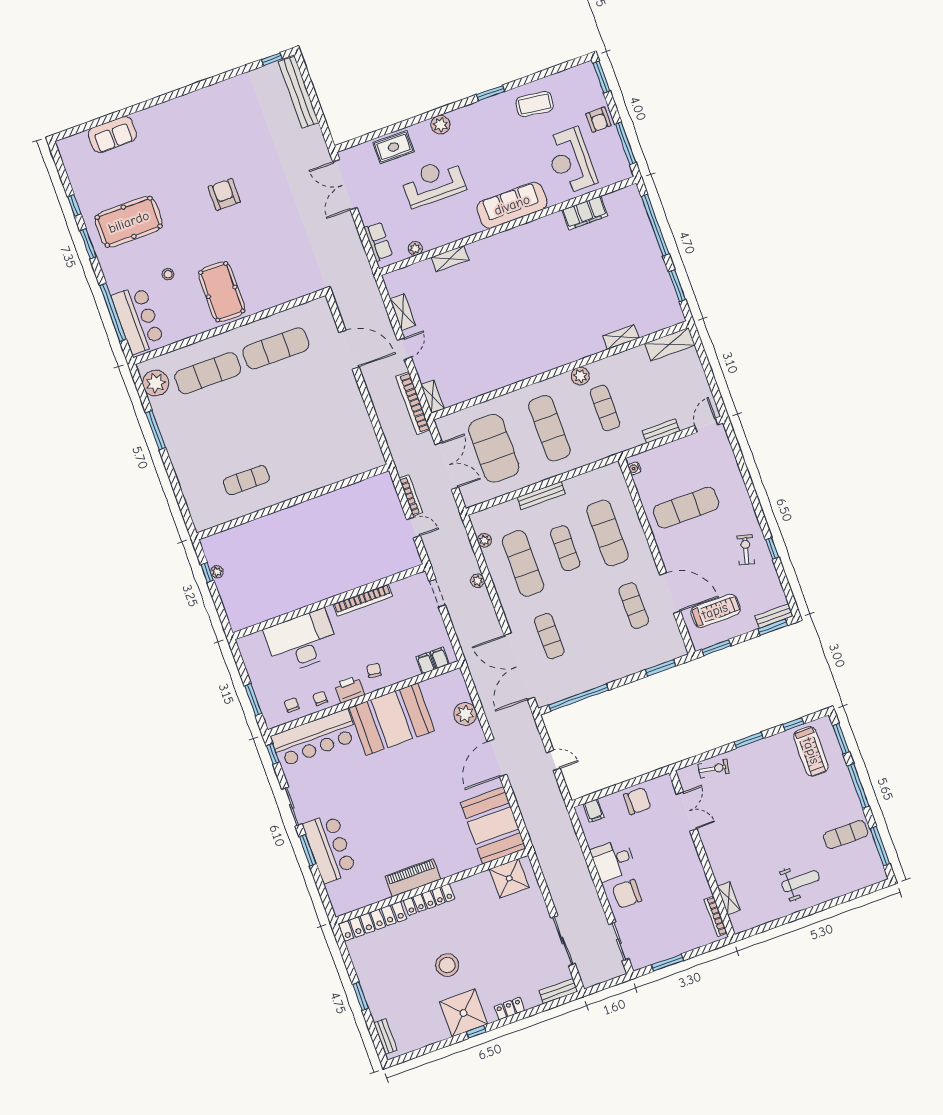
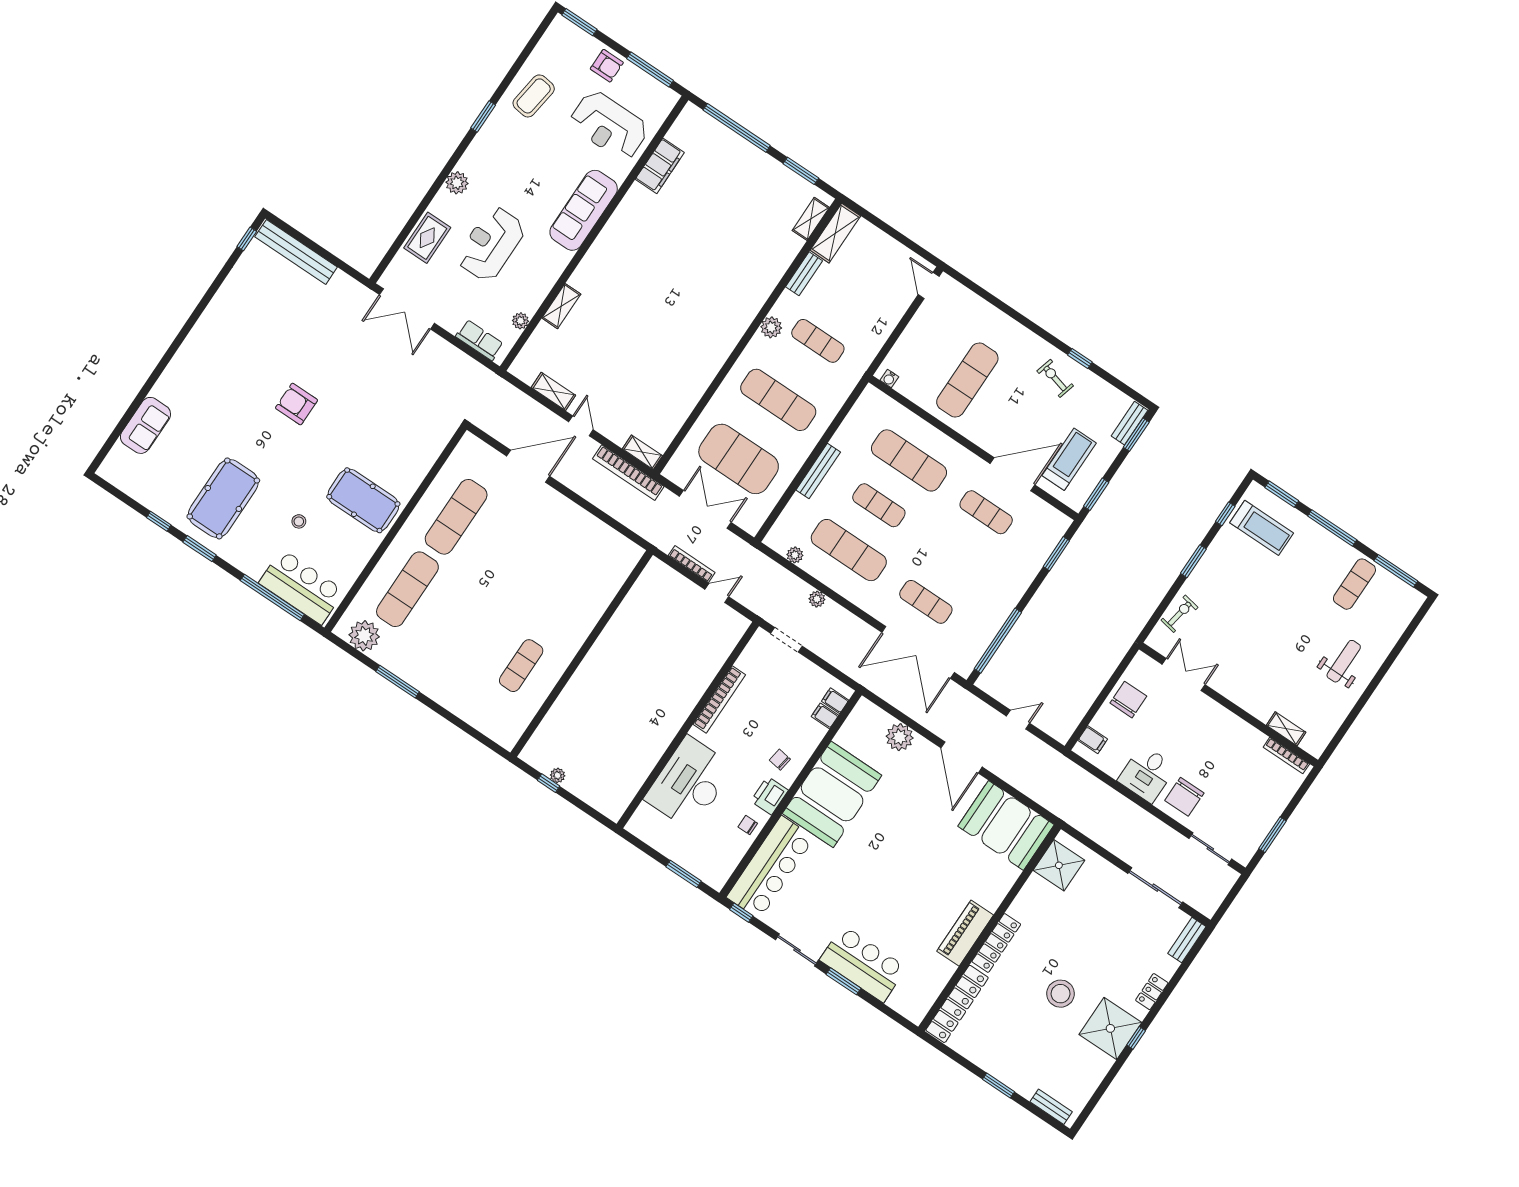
shelving: (621, 337) -> (811, 219), moved
bench: (661, 431) -> (804, 274), moved
chair: (292, 705) -> (725, 852), removed

